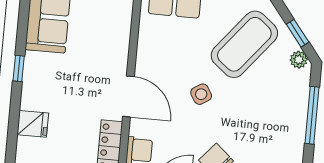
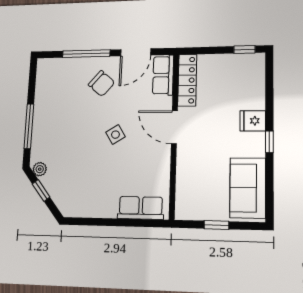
coffee table: (244, 44) -> (83, 178), removed
fridge: (33, 124) -> (253, 121), moved

